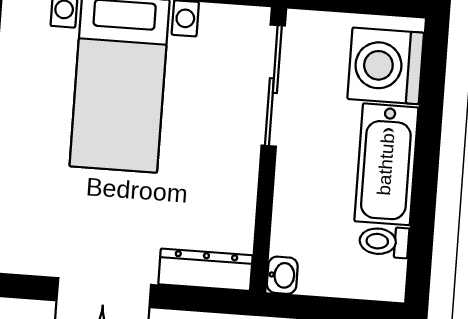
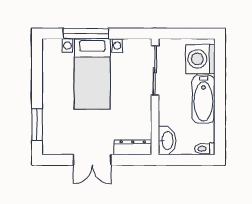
toilet: (384, 242) -> (205, 149), moved
washbasin: (282, 275) -> (167, 141), width x1.91, depth x1.45

